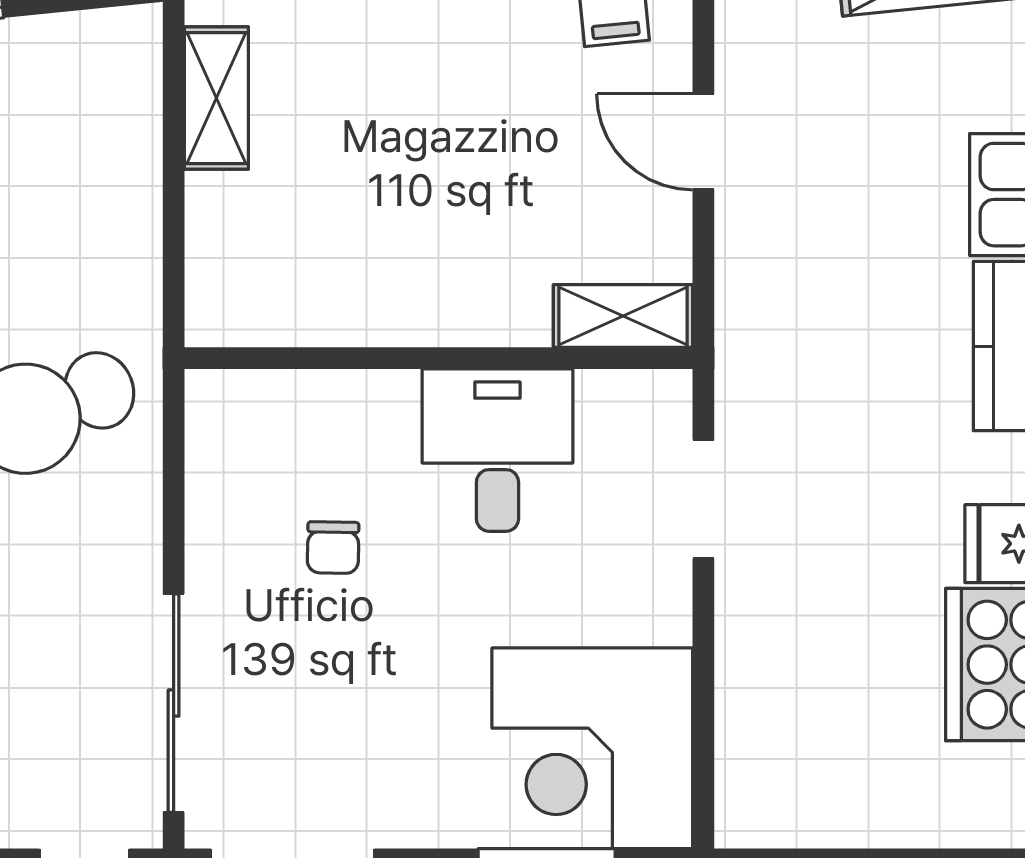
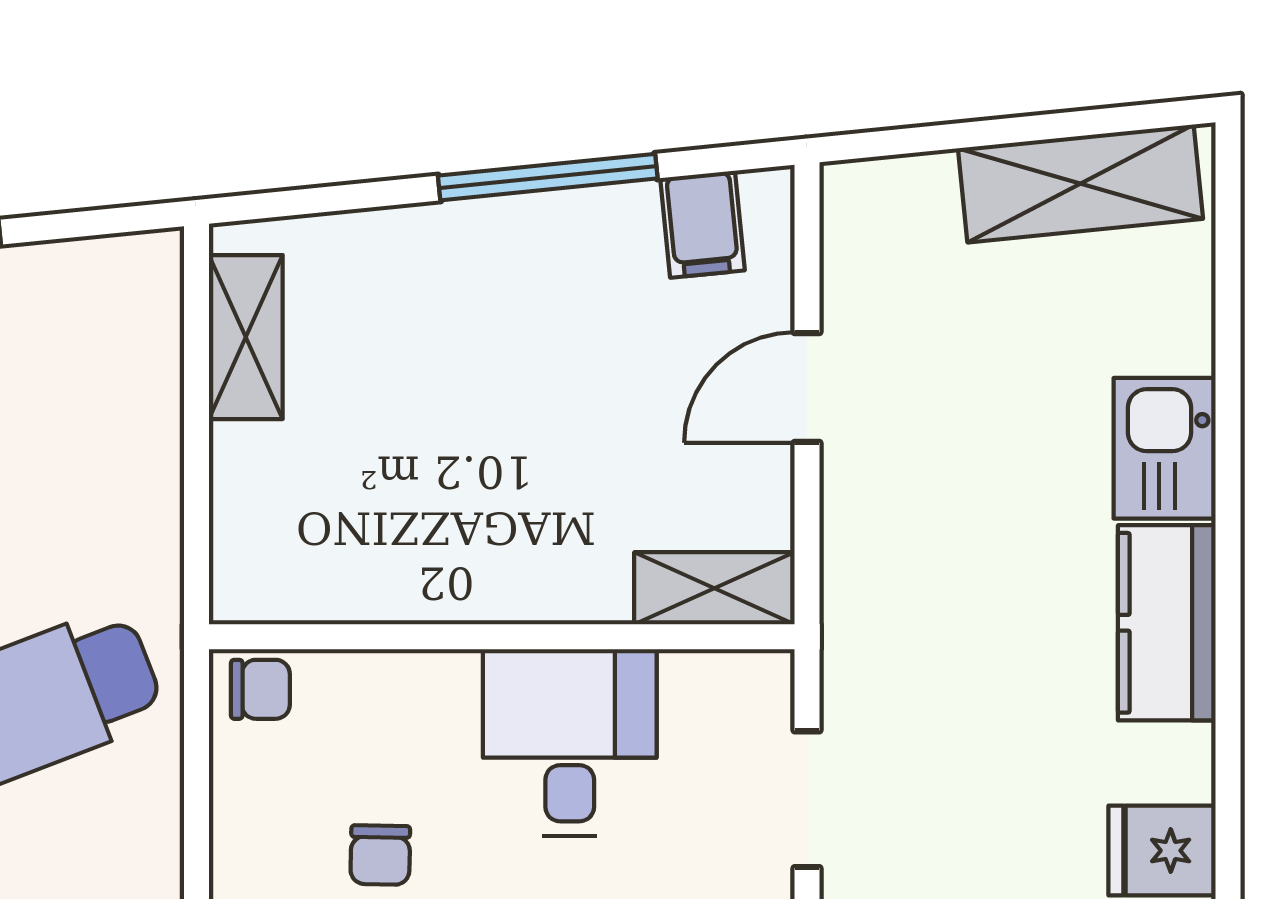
door: (703, 142) -> (807, 388), hinge flipped
chair: (229, 404) -> (260, 689), added

